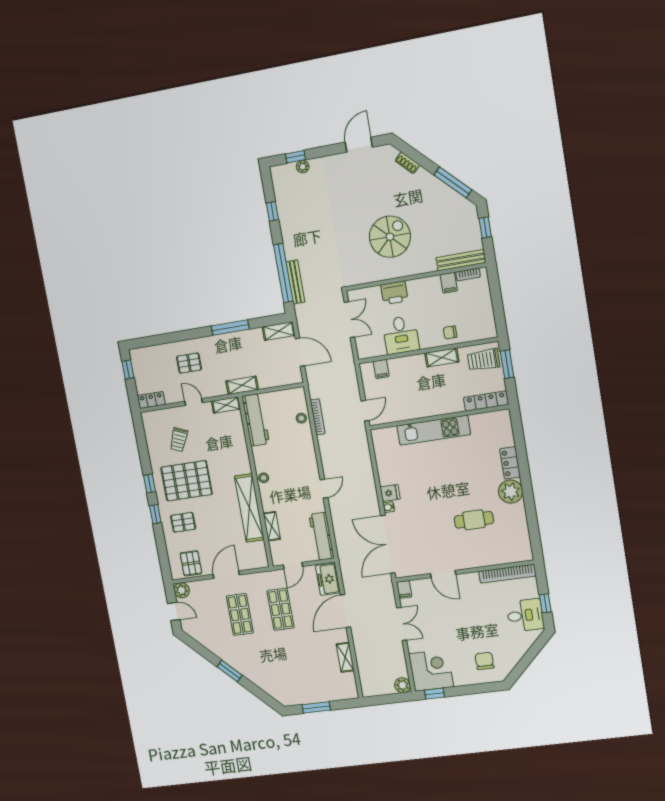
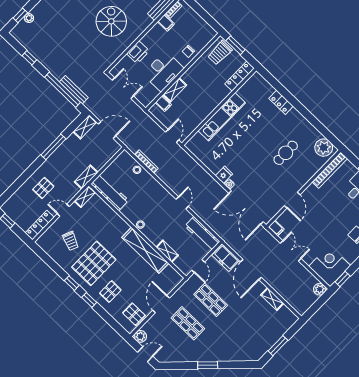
desk: (401, 335) -> (163, 71), width x1.37
shelving: (442, 357) -> (175, 90), moved
locker: (151, 400) -> (40, 225), width x1.53
plant: (511, 492) -> (324, 148), moved
door: (443, 574) -> (292, 200), hinge flipped

